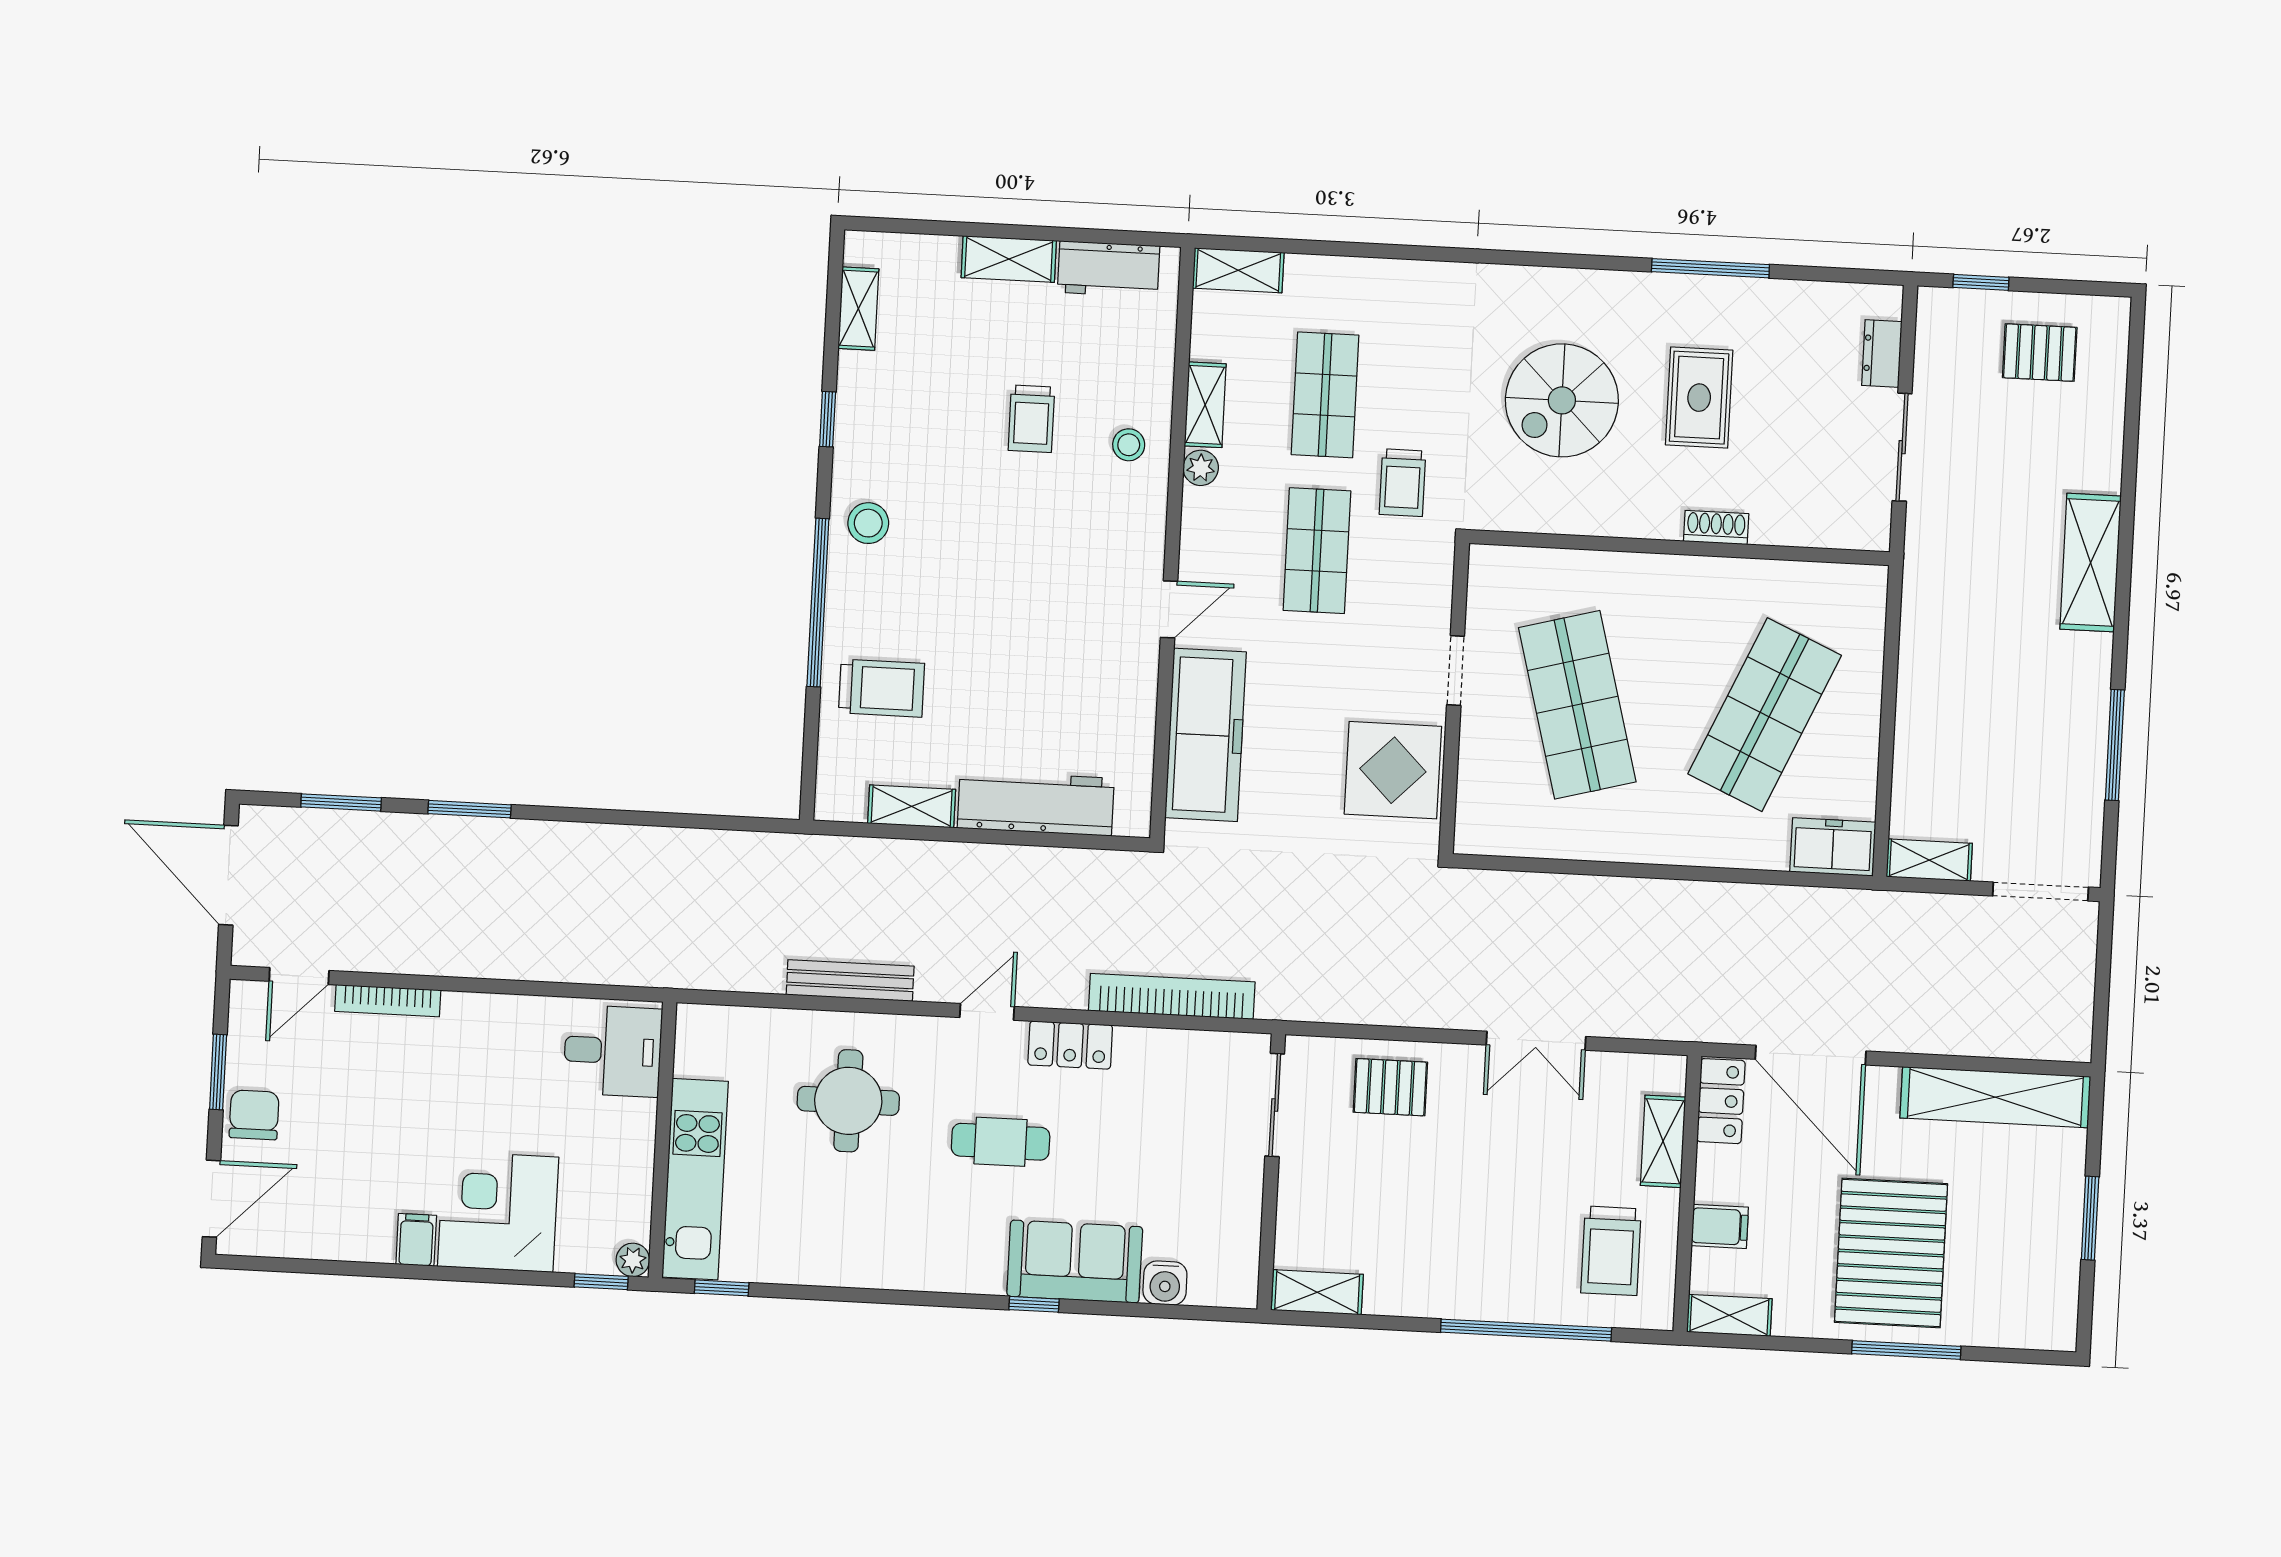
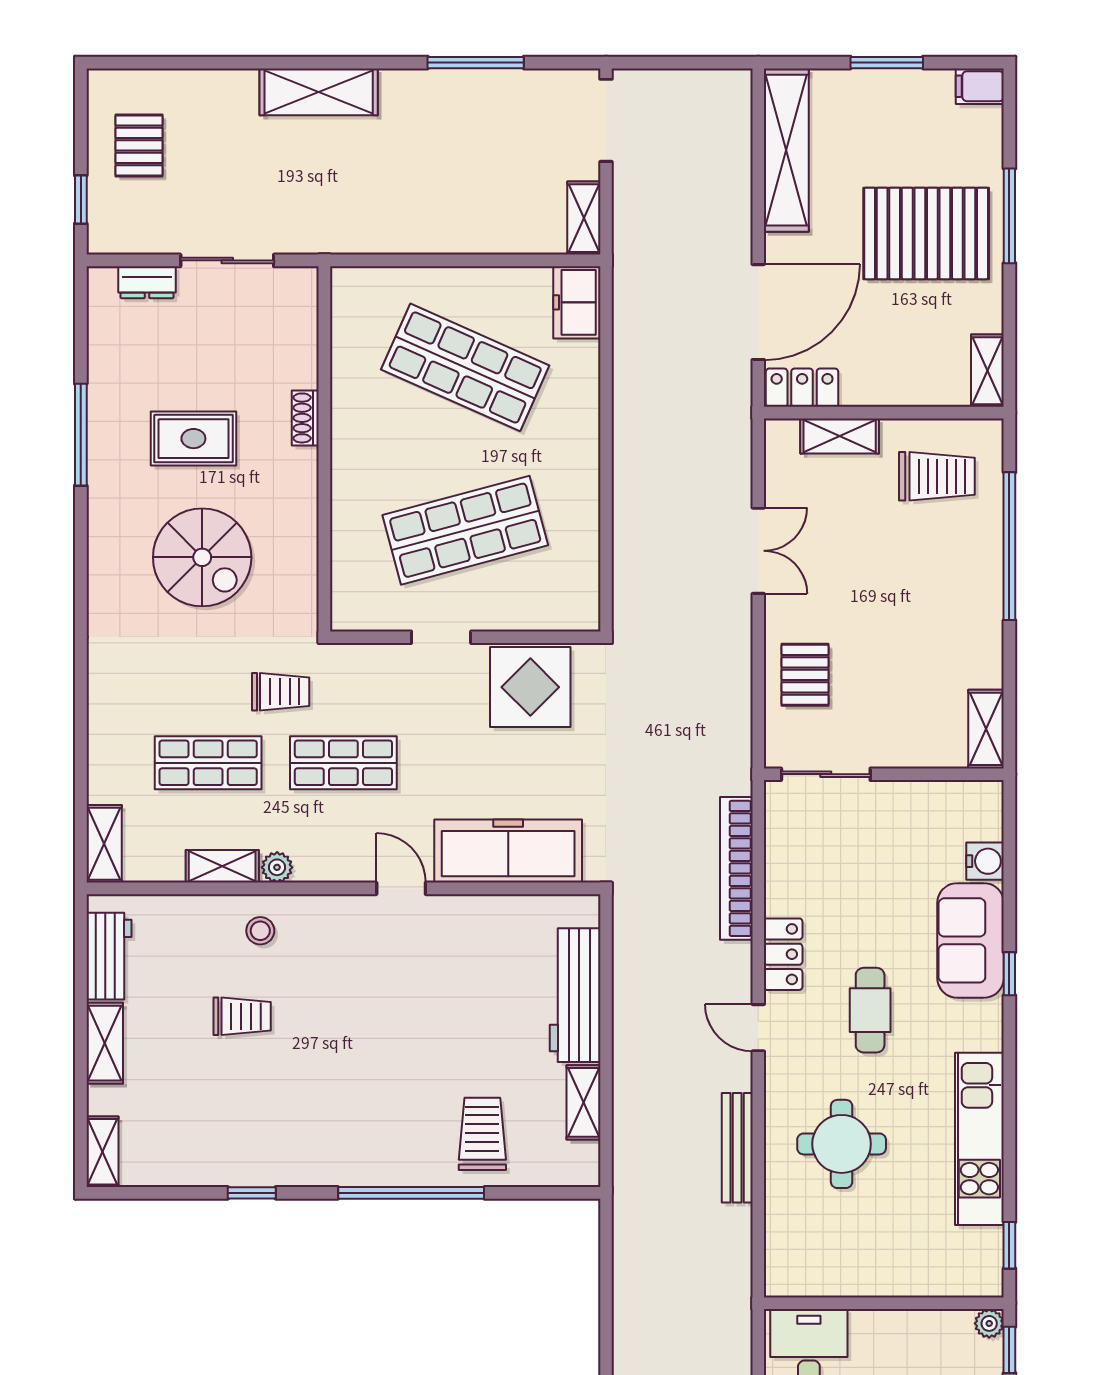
shelving: (858, 309) -> (102, 1152), moved, turned 90
stool: (868, 523) -> (340, 1153), removed
kitchen unit: (695, 1179) -> (979, 1139), moved, turned -90
filing cabinet: (1720, 1226) -> (980, 86), moved, turned -90

